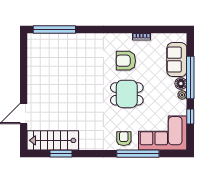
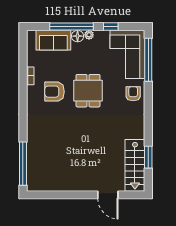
armchair: (126, 61) -> (54, 92), turned 90
armchair: (124, 139) -> (133, 94), turned 90
window: (138, 154) -> (148, 60), moved

